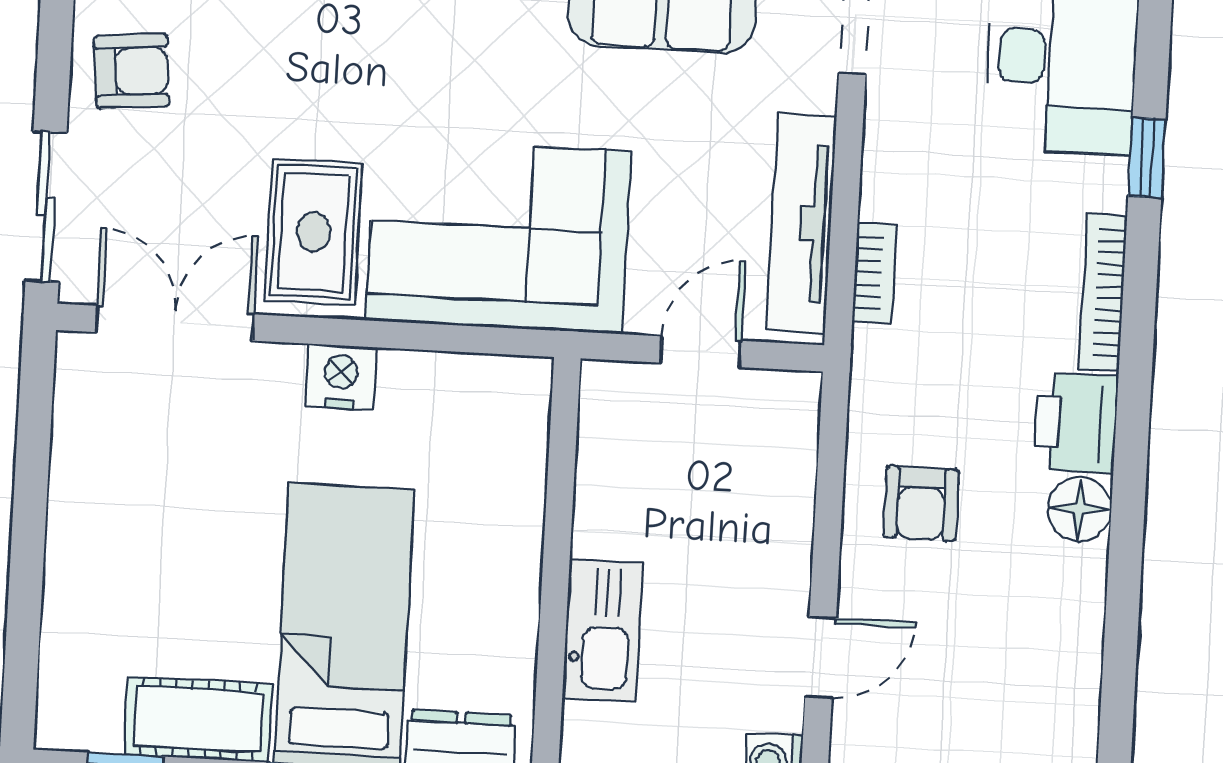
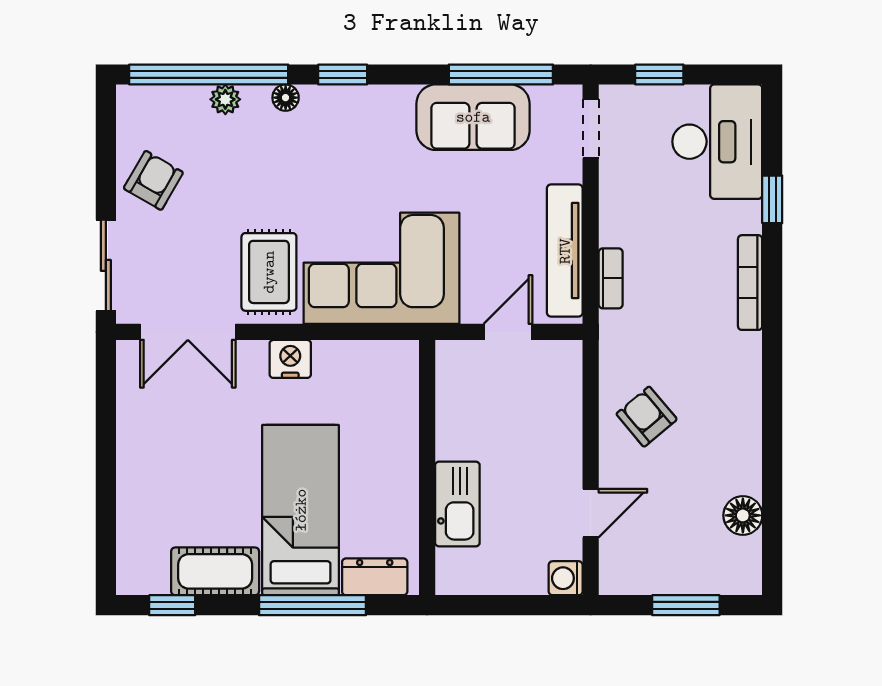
armchair: (132, 71) -> (153, 180), turned -55
double door: (175, 323) -> (188, 332), swing flipped
printer: (1076, 423) -> (738, 363), removed
armchair: (921, 503) -> (647, 417), turned 140
floor lamp: (1079, 509) -> (743, 515), moved

